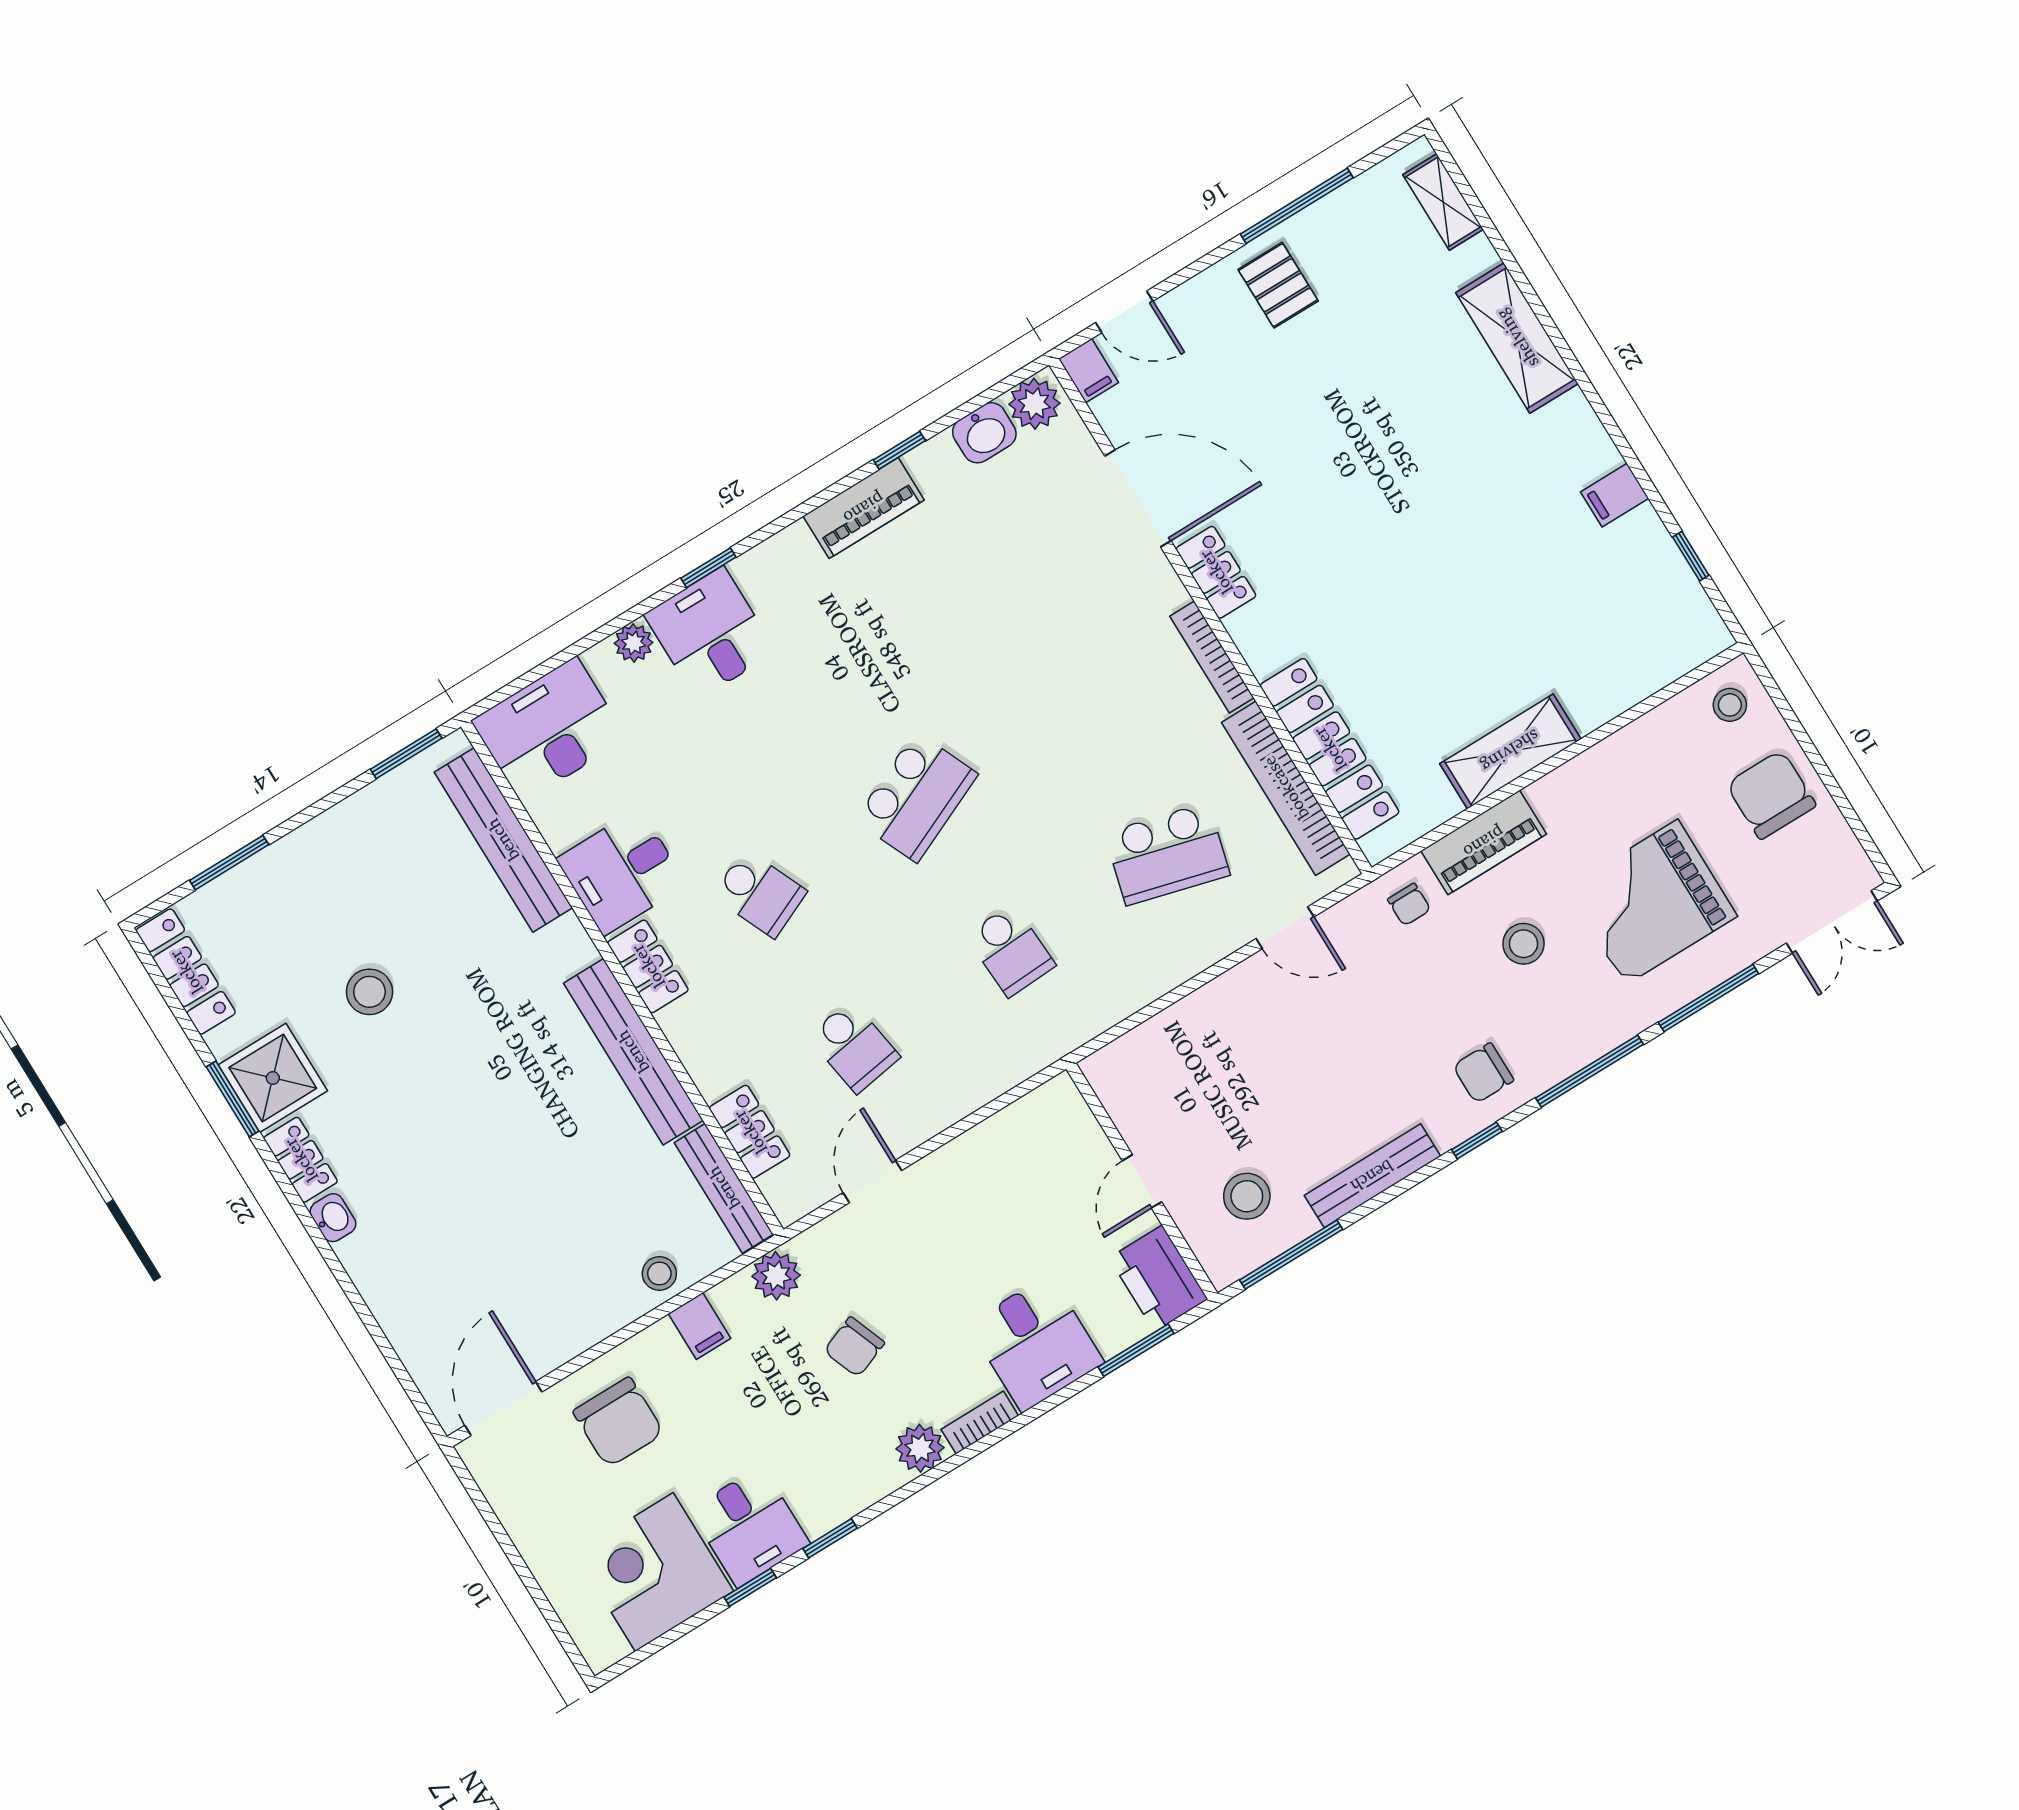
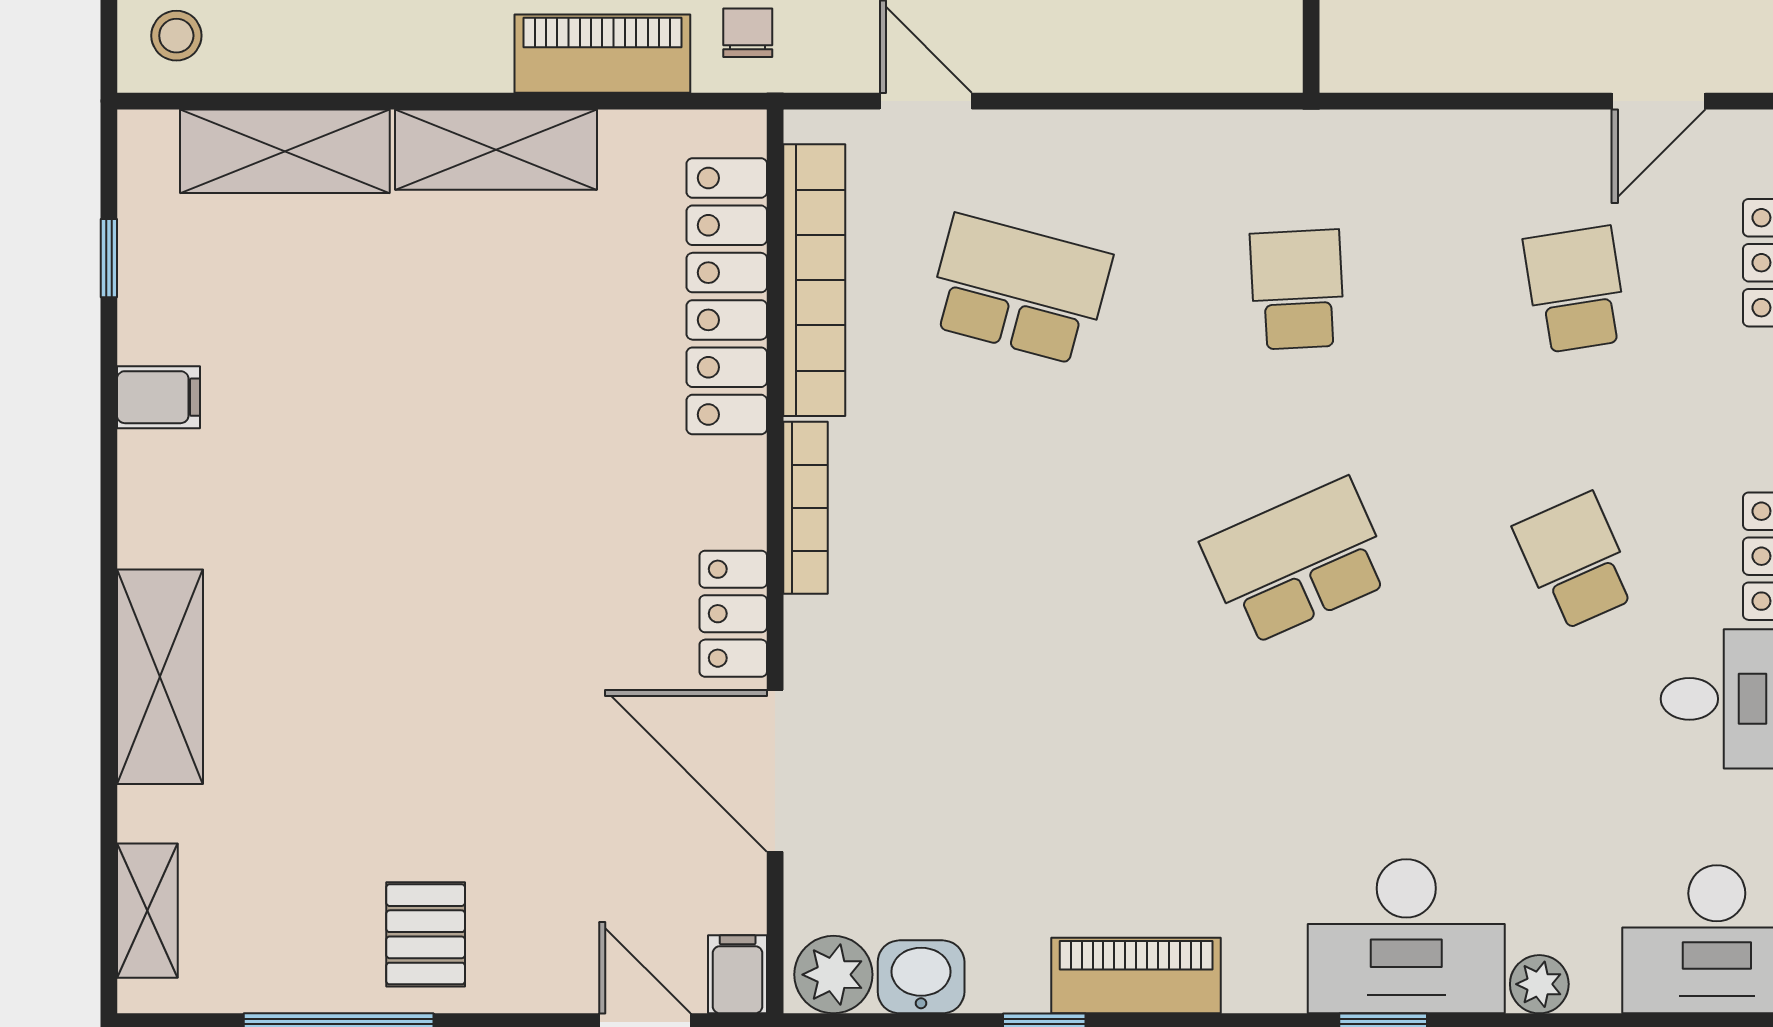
desk: (710, 633) -> (1406, 936), width x1.37
shelving: (1629, 677) -> (285, 151), added

